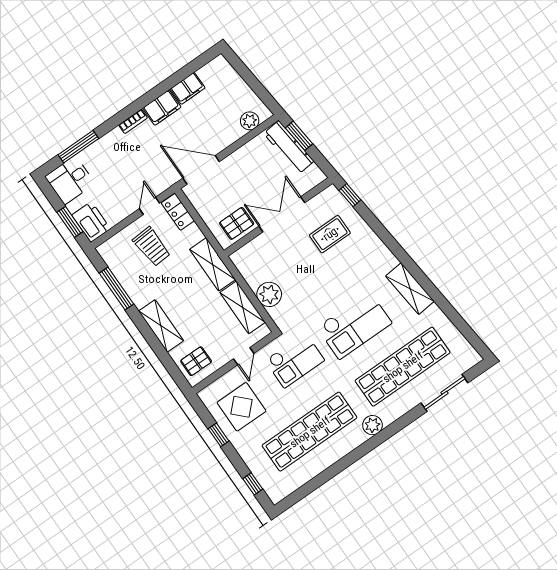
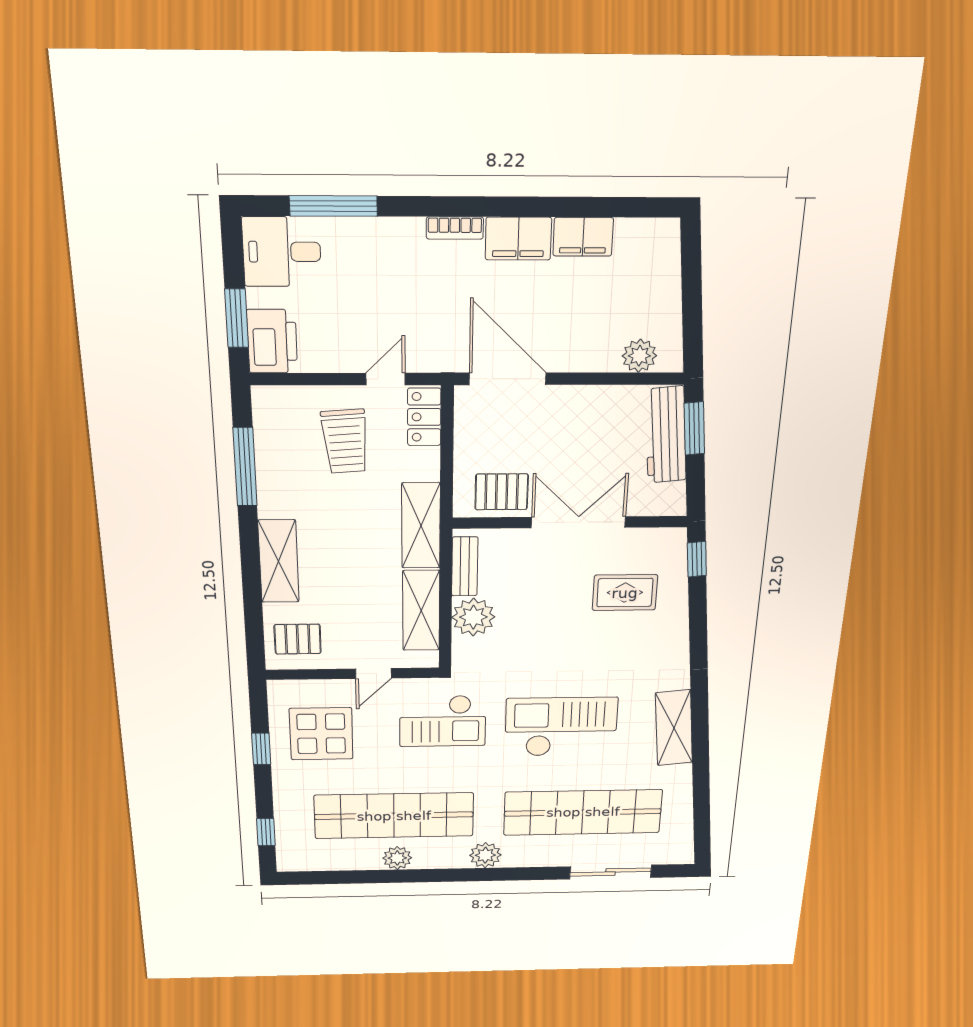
bench: (247, 271) -> (465, 567), added
checkout: (354, 325) -> (561, 727), turned 180
plant: (329, 456) -> (397, 858), added

